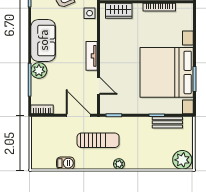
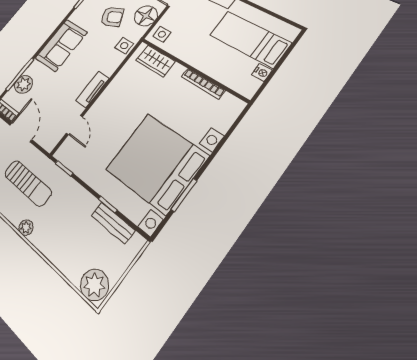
plant: (39, 70) -> (24, 84), moved
door: (78, 115) -> (21, 132), moved

